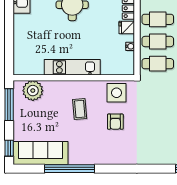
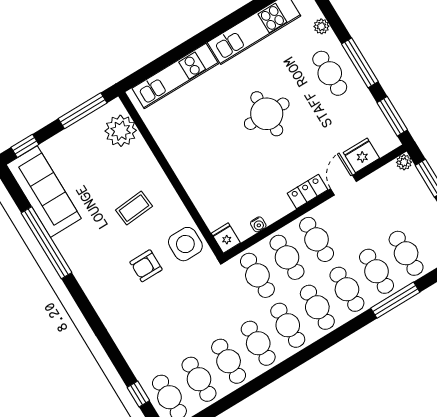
fridge: (127, 27) -> (226, 238), moved
kitchen unit: (72, 67) -> (175, 76), moved, turned 90

